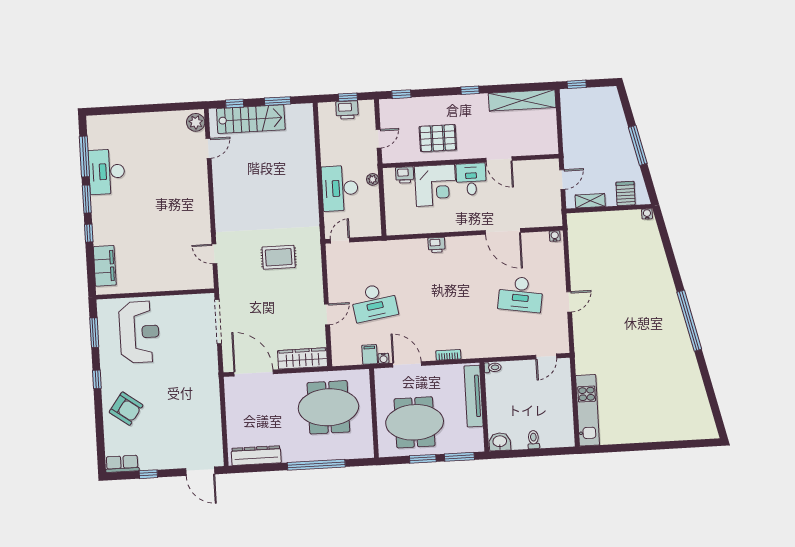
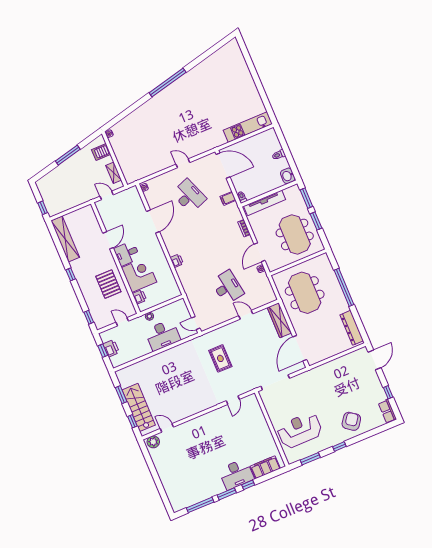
desk: (107, 172) -> (236, 474), moved
desk: (521, 294) -> (189, 196), turned -30
filing cabinet: (370, 354) -> (228, 198), moved
door: (546, 357) -> (223, 166), width x1.87

